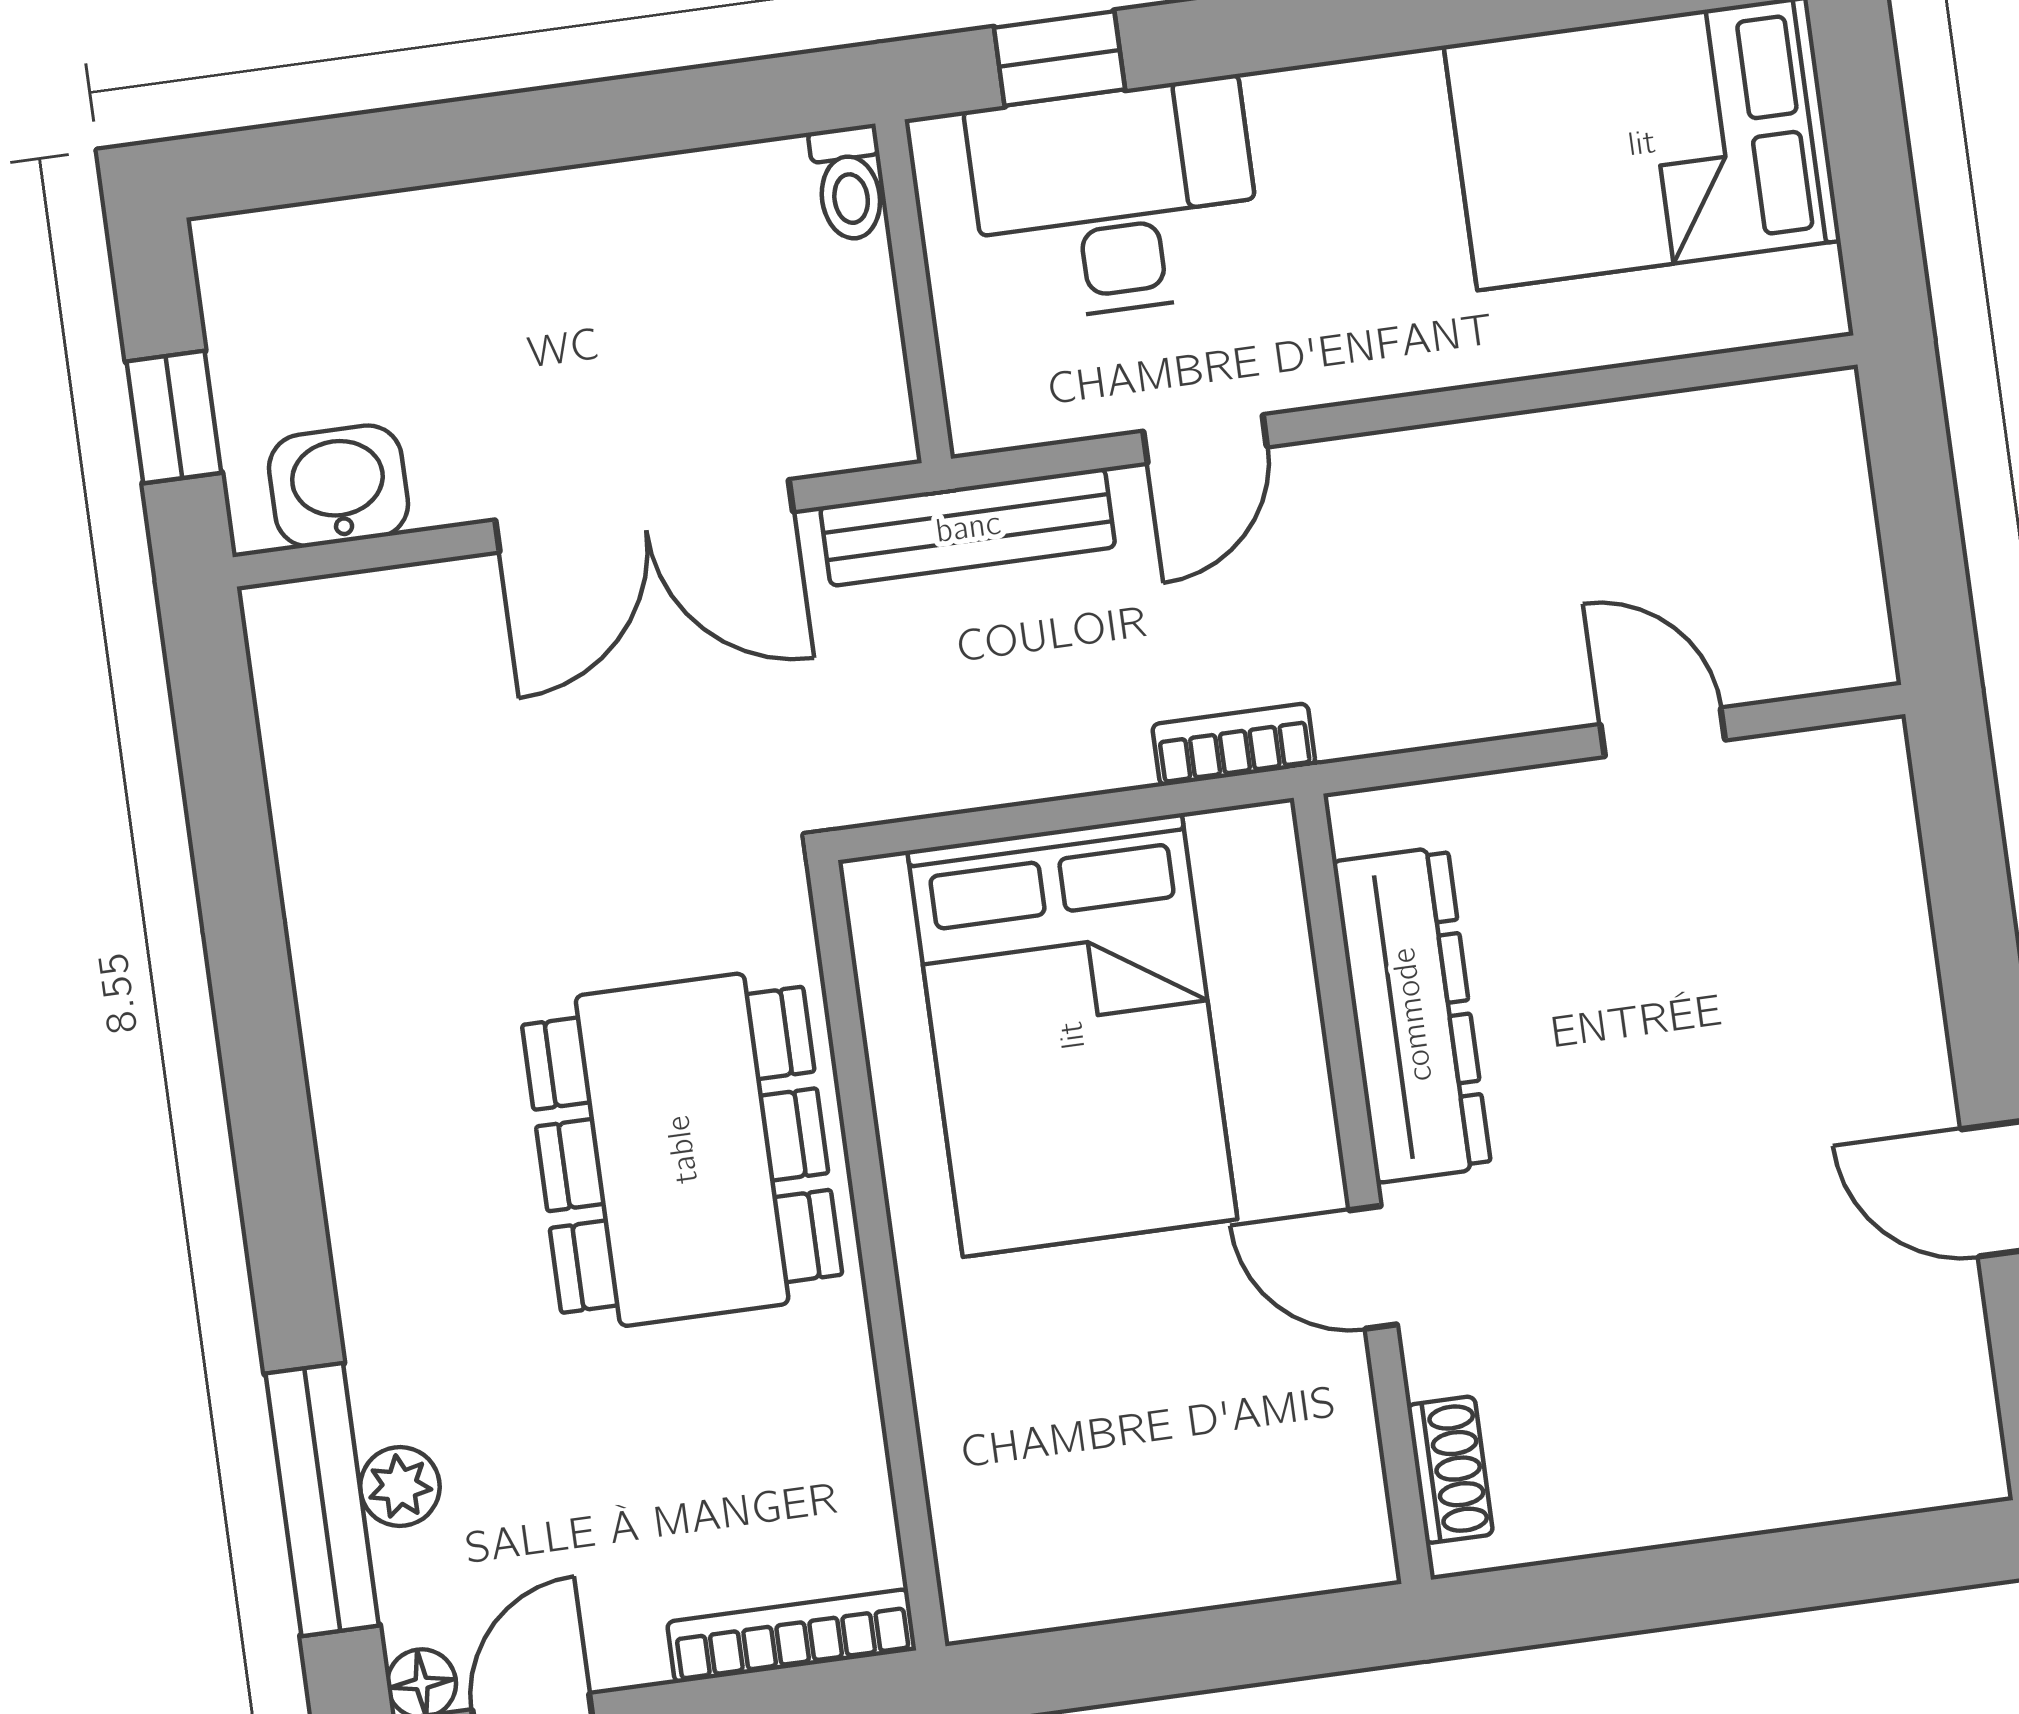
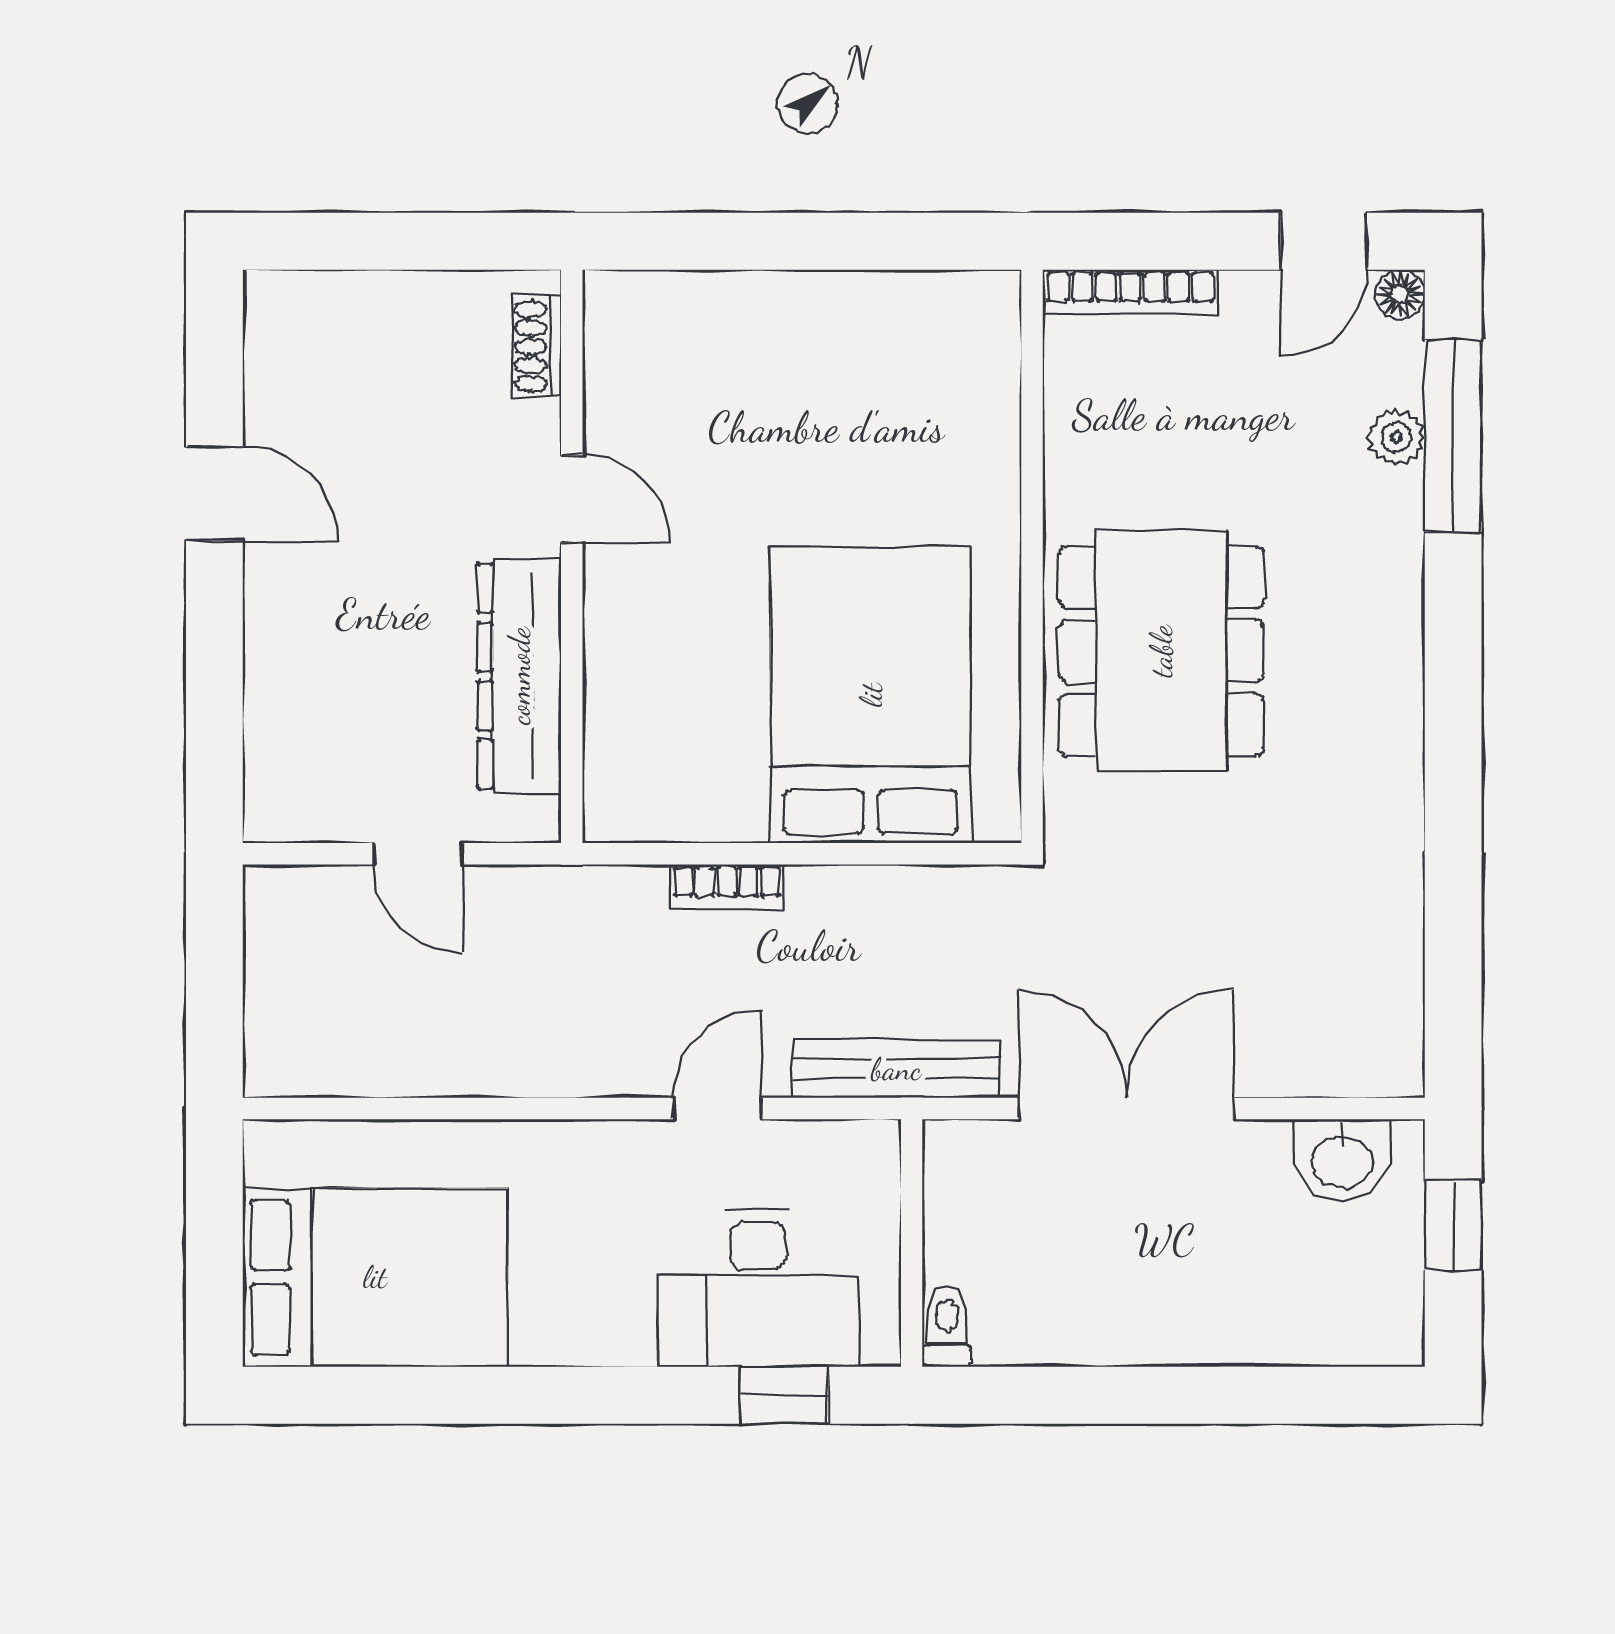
dresser: (1412, 1015) -> (519, 676), moved
wall: (1362, 1189) -> (572, 556), moved
door: (1373, 1267) -> (572, 499), moved
shoe rack: (1450, 1470) -> (537, 347), moved

